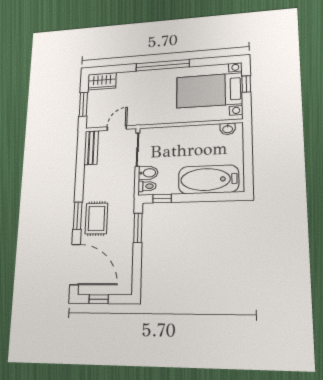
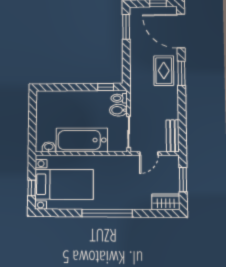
bathtub: (208, 179) -> (82, 140), moved, turned 180
window: (138, 228) -> (126, 27), moved

